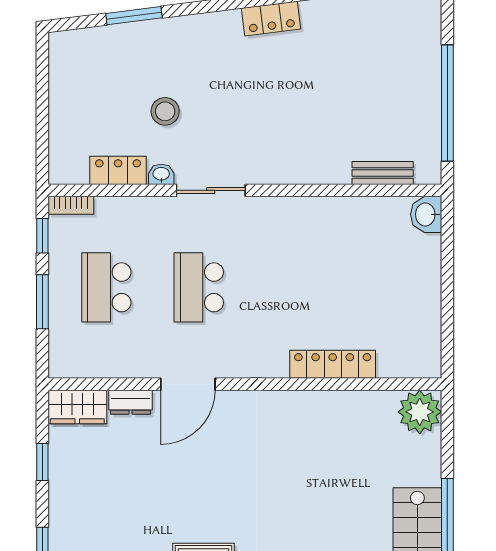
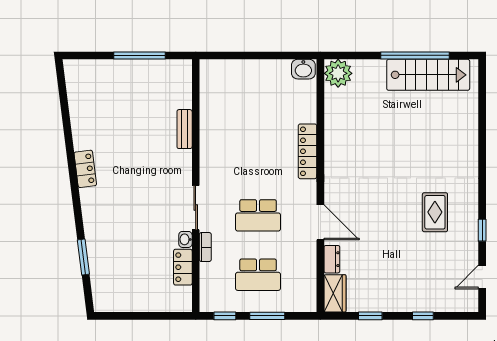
window: (447, 103) -> (140, 55), width x0.68
stool: (165, 111) -> (145, 237), removed
bench: (383, 173) -> (185, 129), moved
bookcase: (71, 205) -> (205, 247), moved
washbasin: (426, 214) -> (303, 69), moved
locker: (333, 364) -> (308, 151), moved

